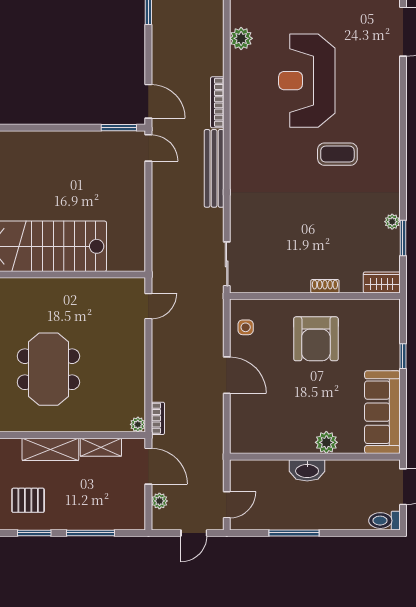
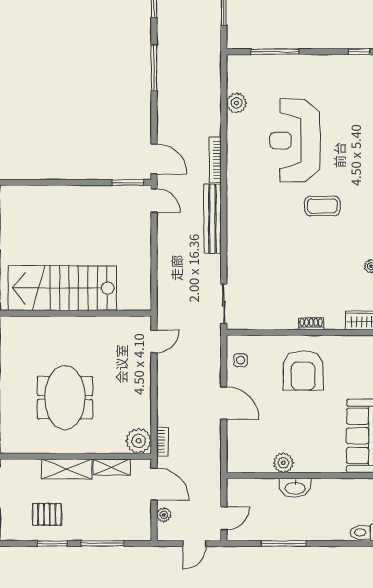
plant: (138, 424) -> (139, 441), width x1.88, depth x1.88
plant: (326, 442) -> (283, 463), moved

